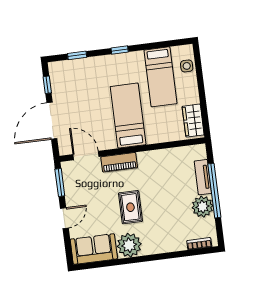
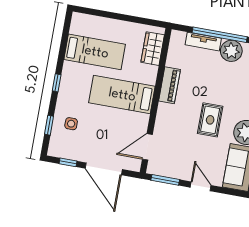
side table: (187, 66) -> (71, 124), moved
wardrobe: (193, 121) -> (153, 49), moved, turned 90
piano: (119, 162) -> (170, 85), moved
rug: (130, 207) -> (210, 120), turned 90

